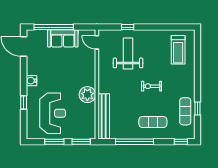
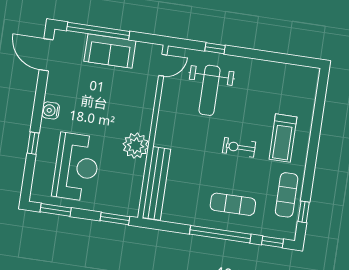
door: (97, 42) -> (163, 65), swing flipped
treadmill: (178, 50) -> (283, 138), moved
weight bench: (128, 54) -> (210, 90), turned 180
window: (197, 108) -> (304, 212), moved
window: (54, 142) -> (56, 210), moved
window: (135, 142) -> (220, 234), moved

